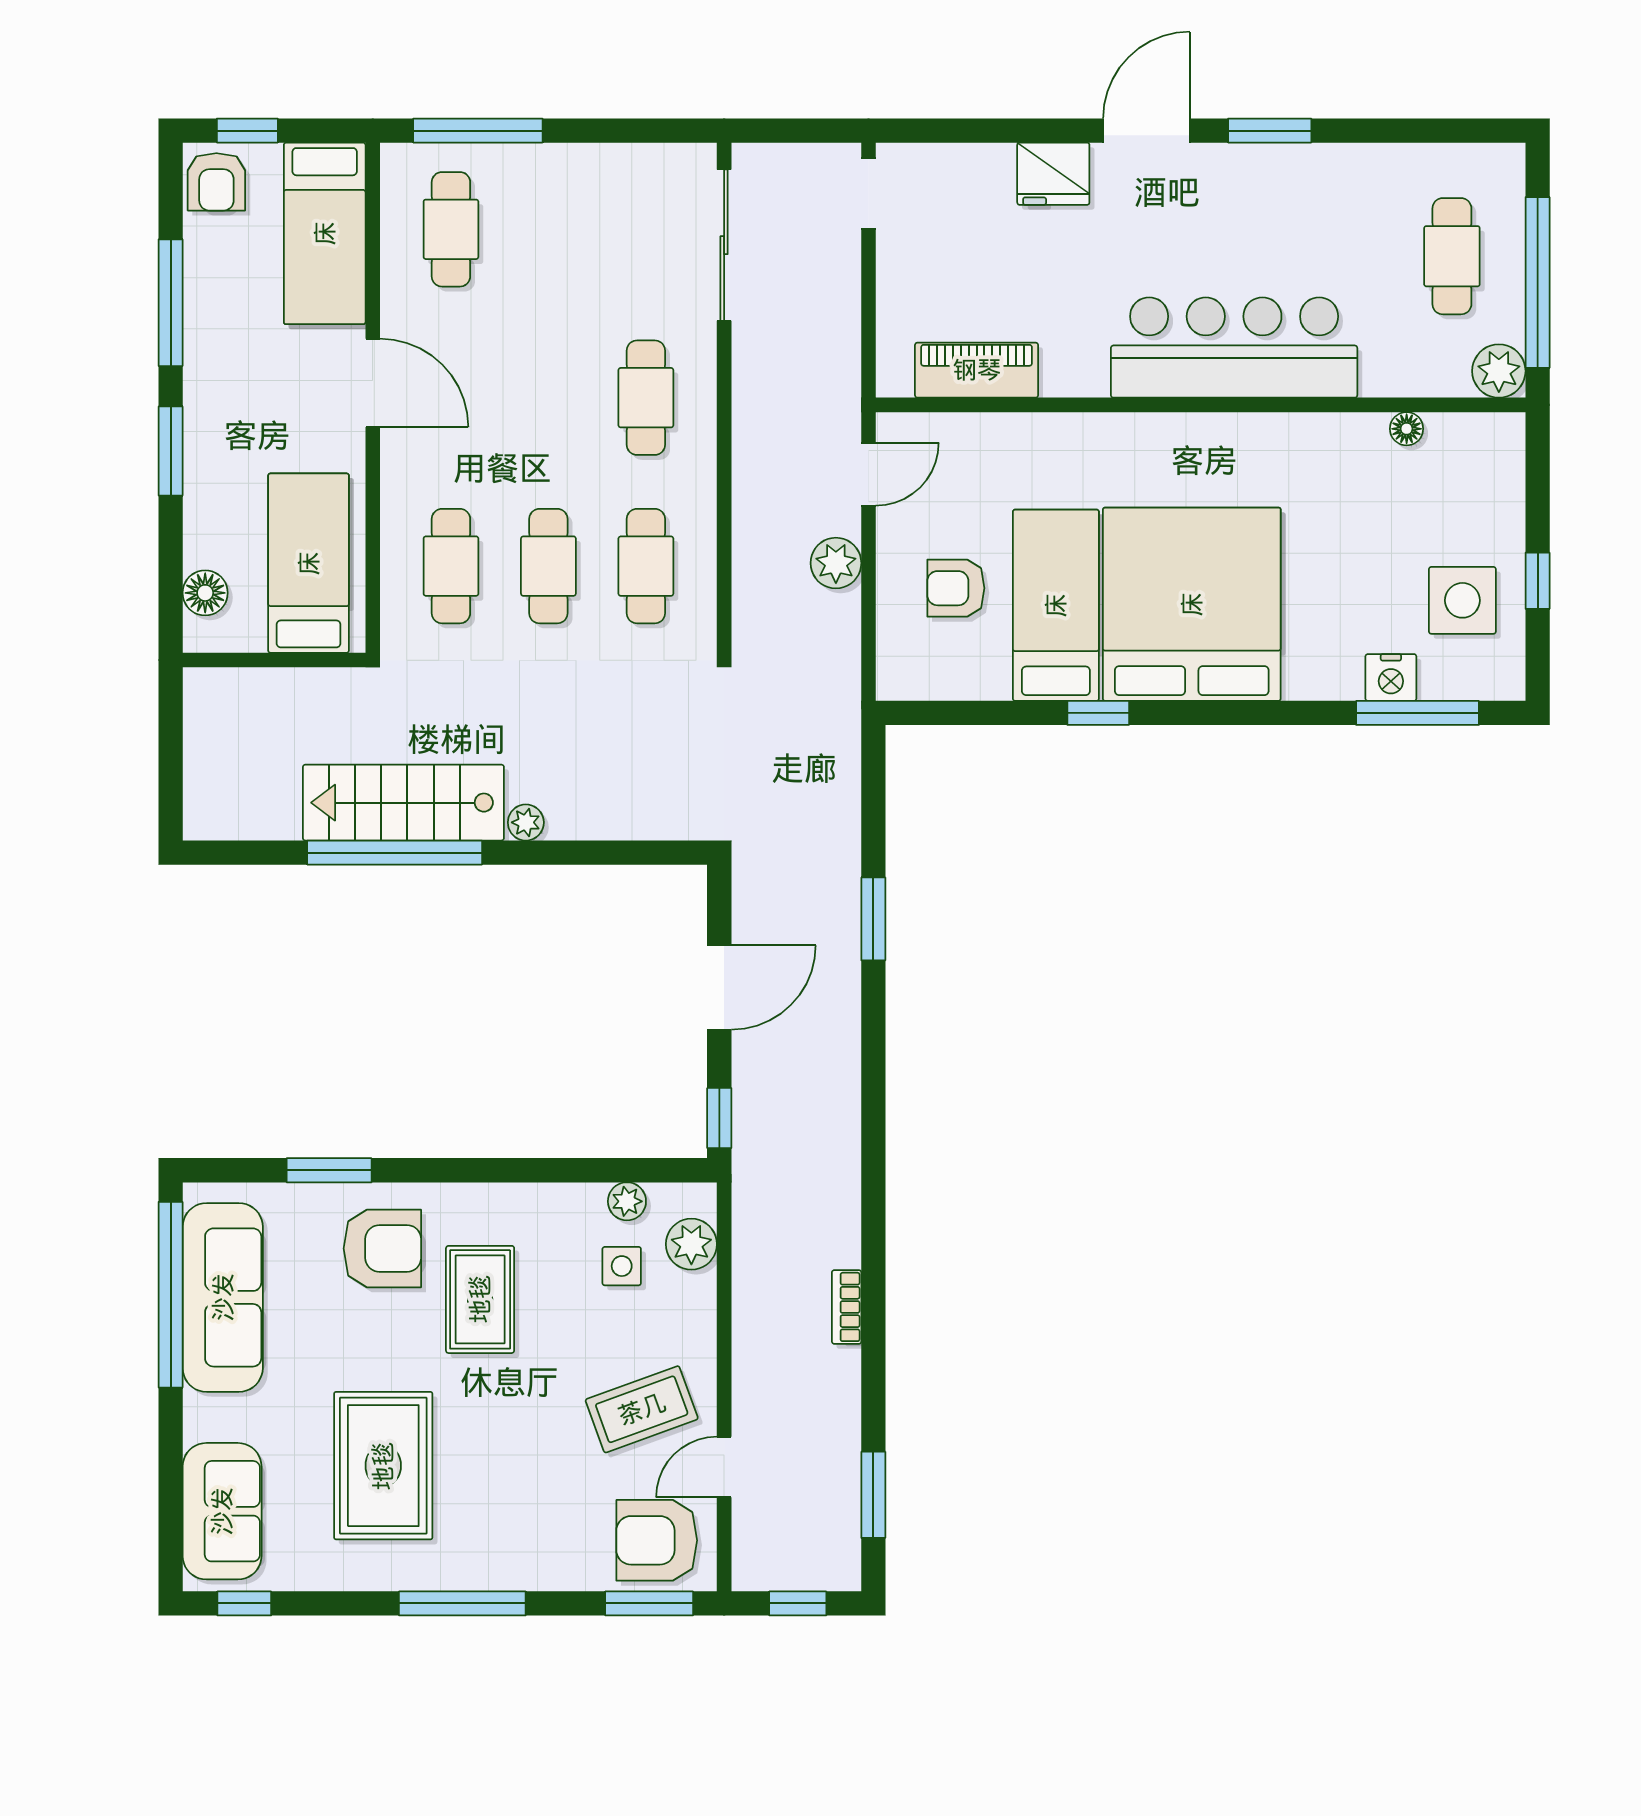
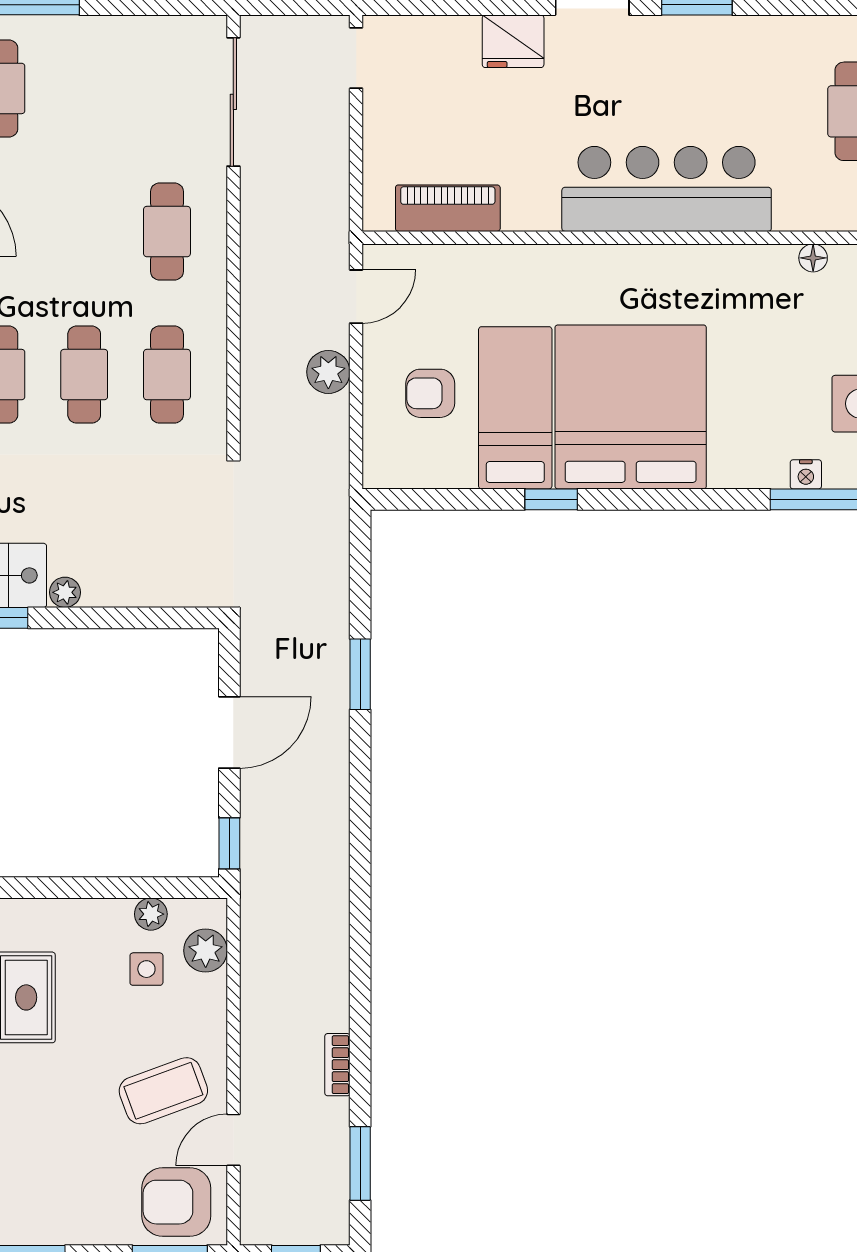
nightstand: (1391, 677) -> (806, 474), width x0.72, depth x0.74
bookcase: (847, 1307) -> (337, 1065), moved

